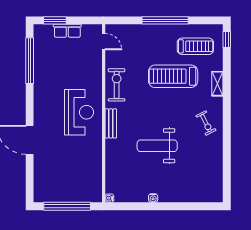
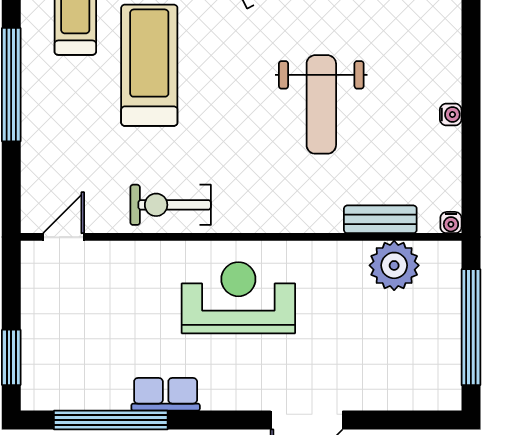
row of seats: (67, 31) -> (166, 394), moved, turned -90
treadmill: (173, 76) -> (149, 65), turned 180
bench: (111, 123) -> (380, 219), moved
plant: (92, 175) -> (394, 265), added

